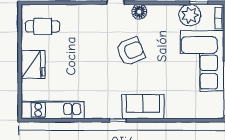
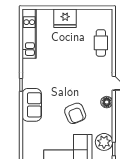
cafe table: (43, 26) -> (101, 43), moved
armchair: (131, 51) -> (75, 113), moved

